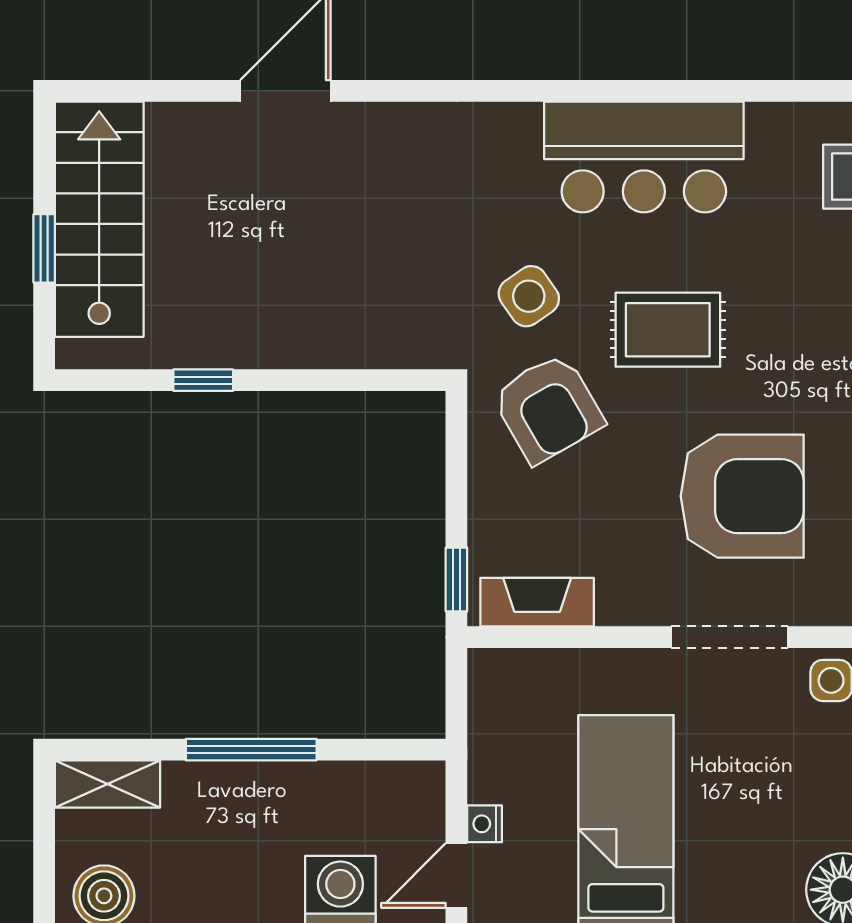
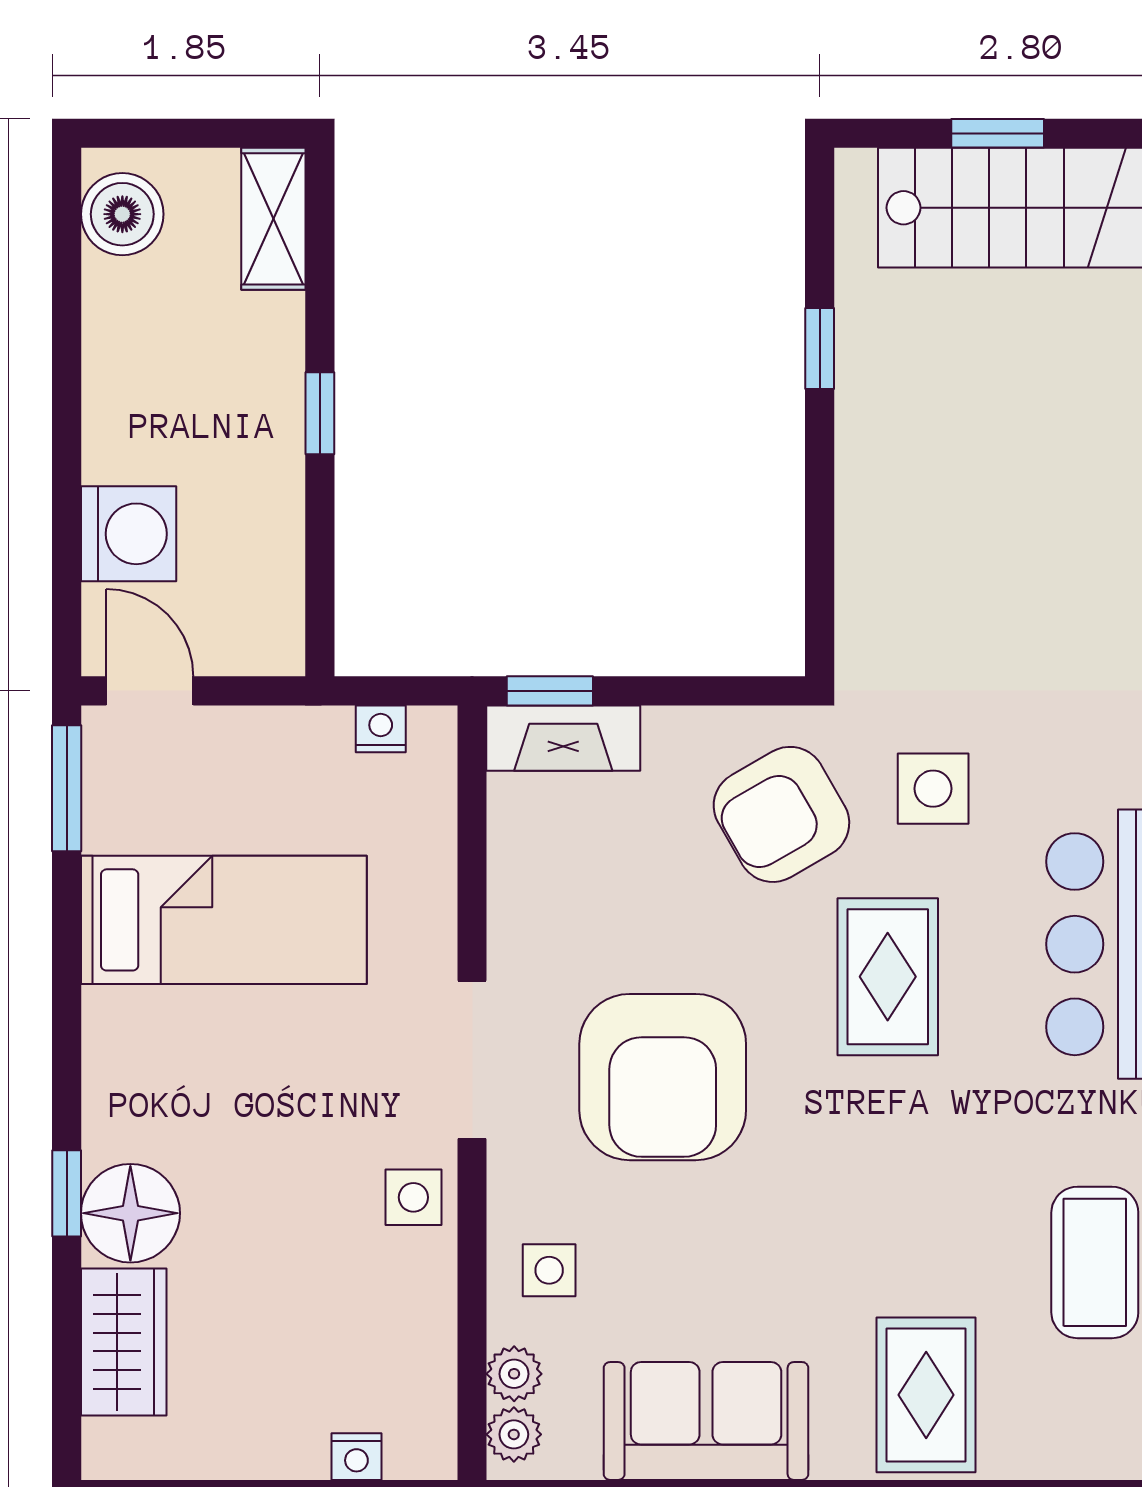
side table: (529, 296) -> (933, 789), turned 35
fireplace: (537, 602) -> (563, 738), moved, turned 90
window: (251, 750) -> (320, 413), width x0.46
nightstand: (485, 824) -> (381, 729), moved

